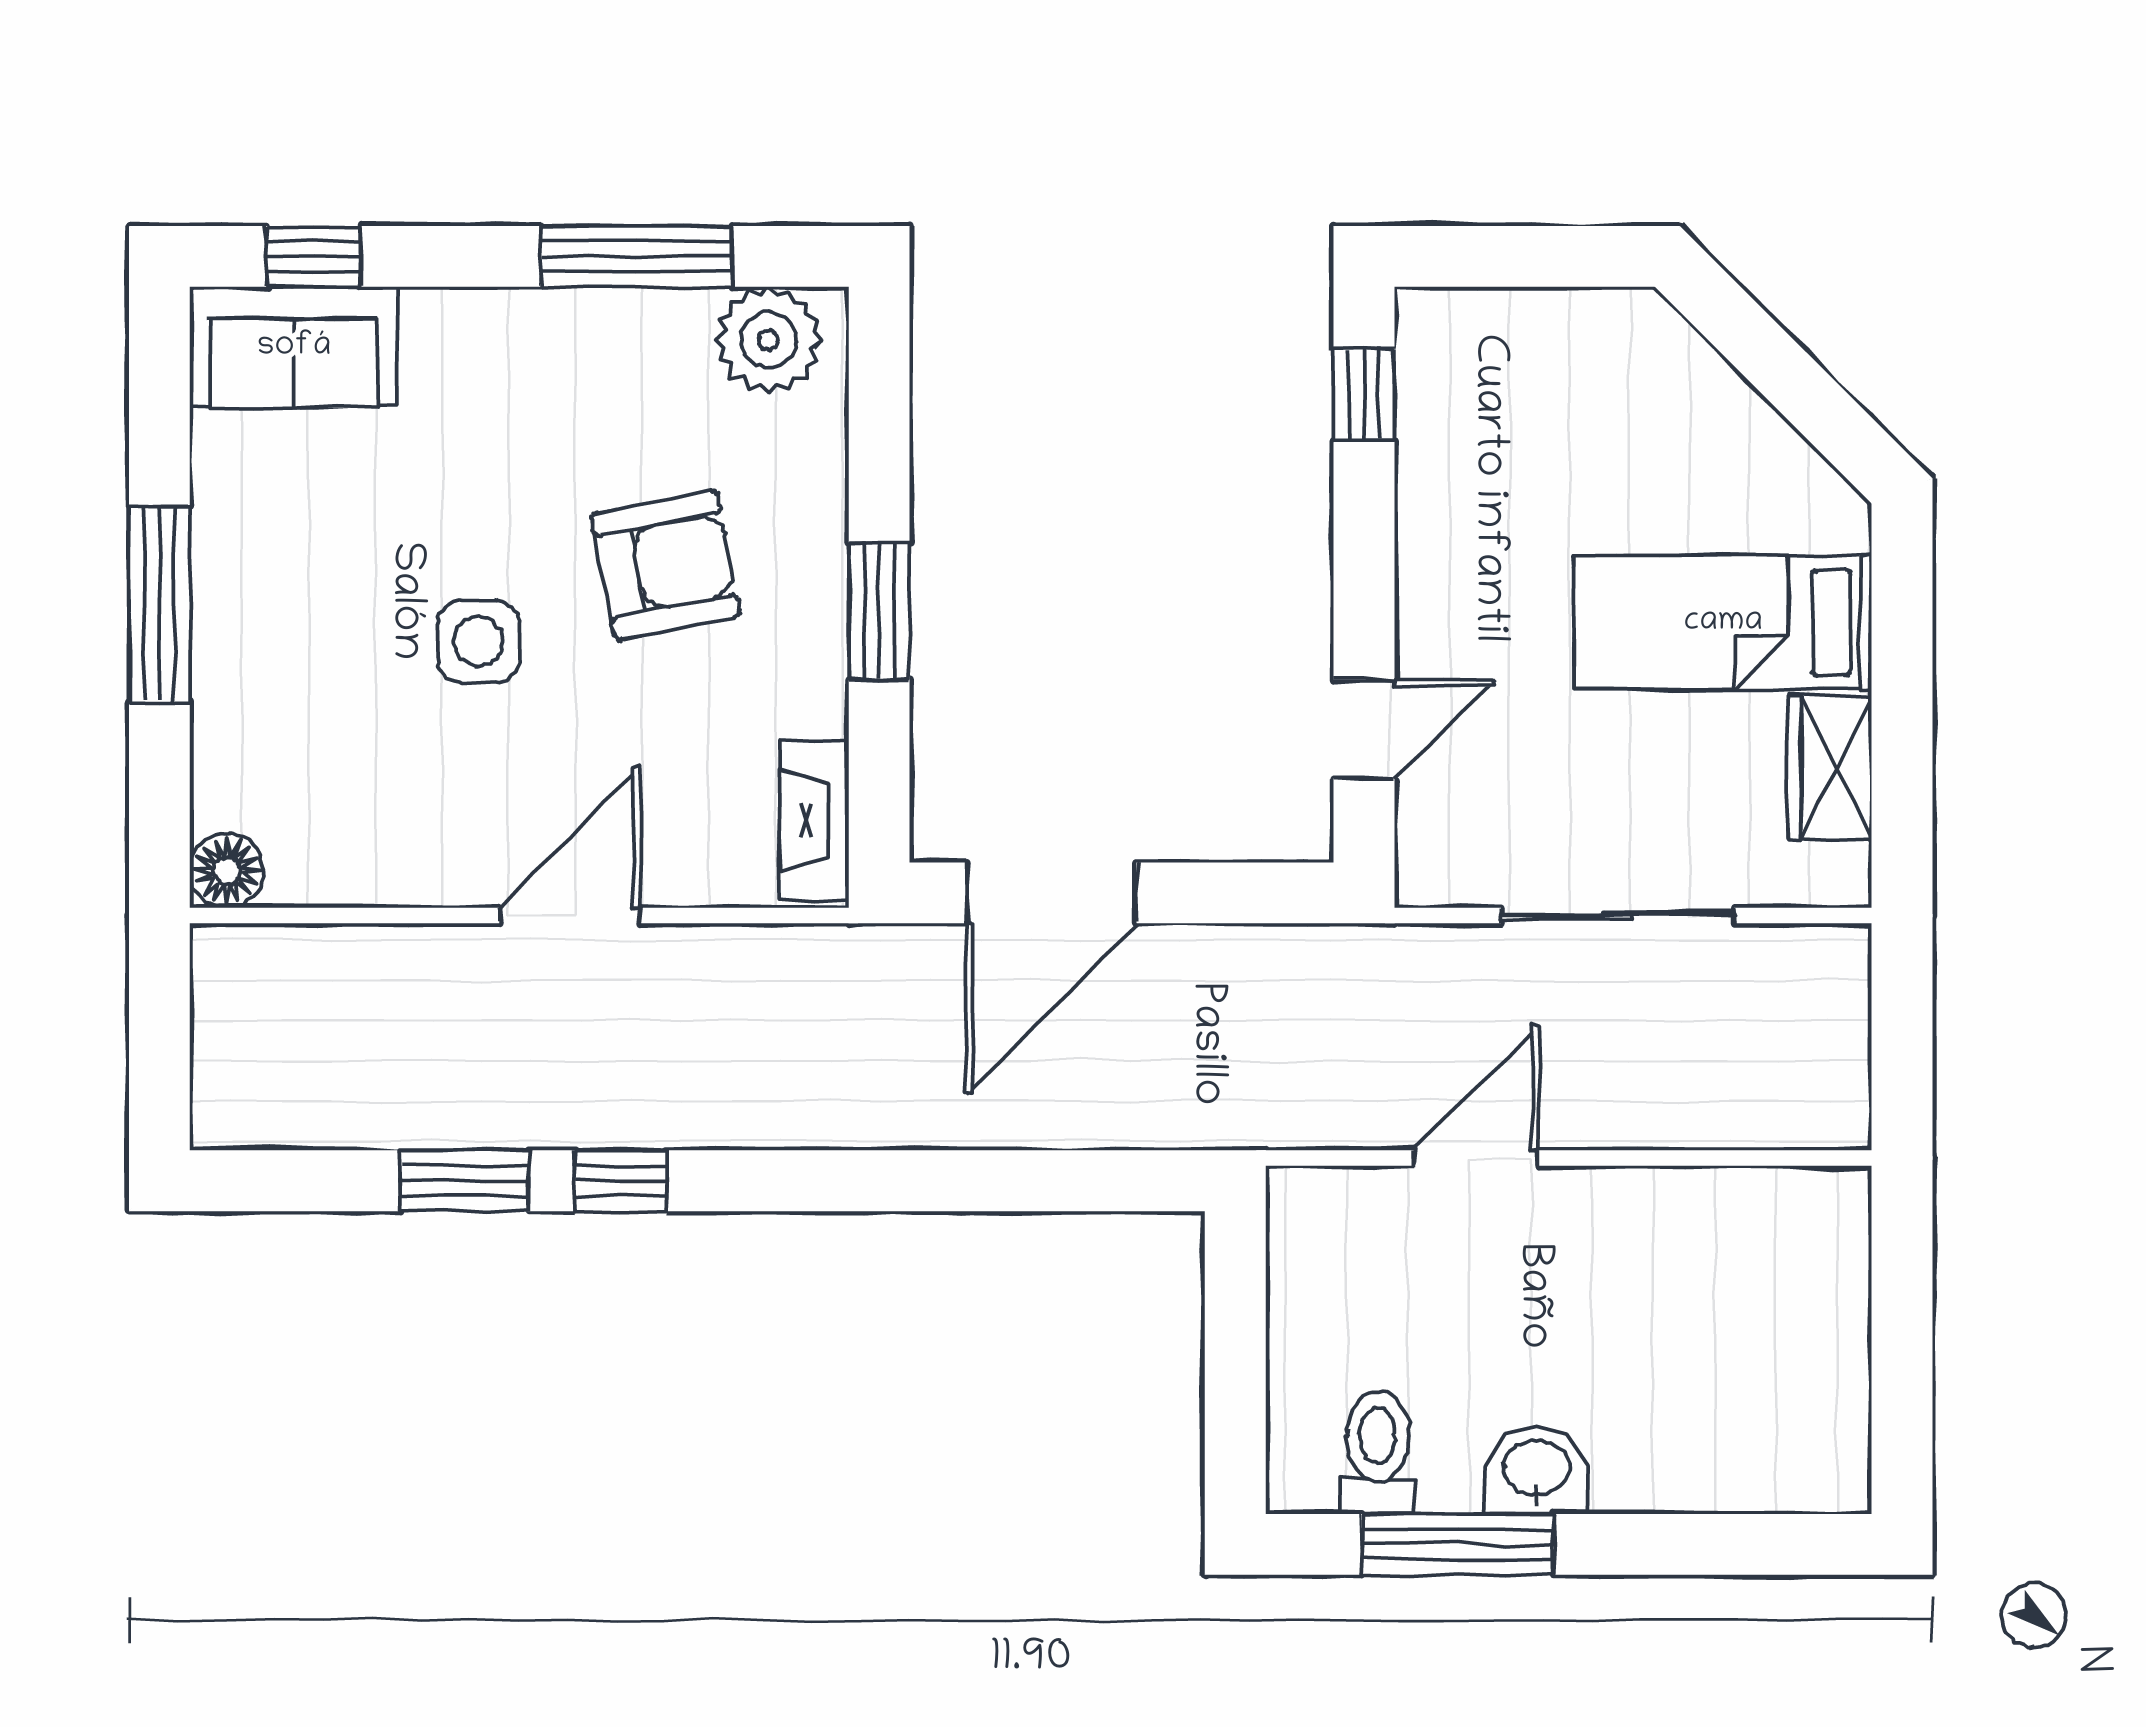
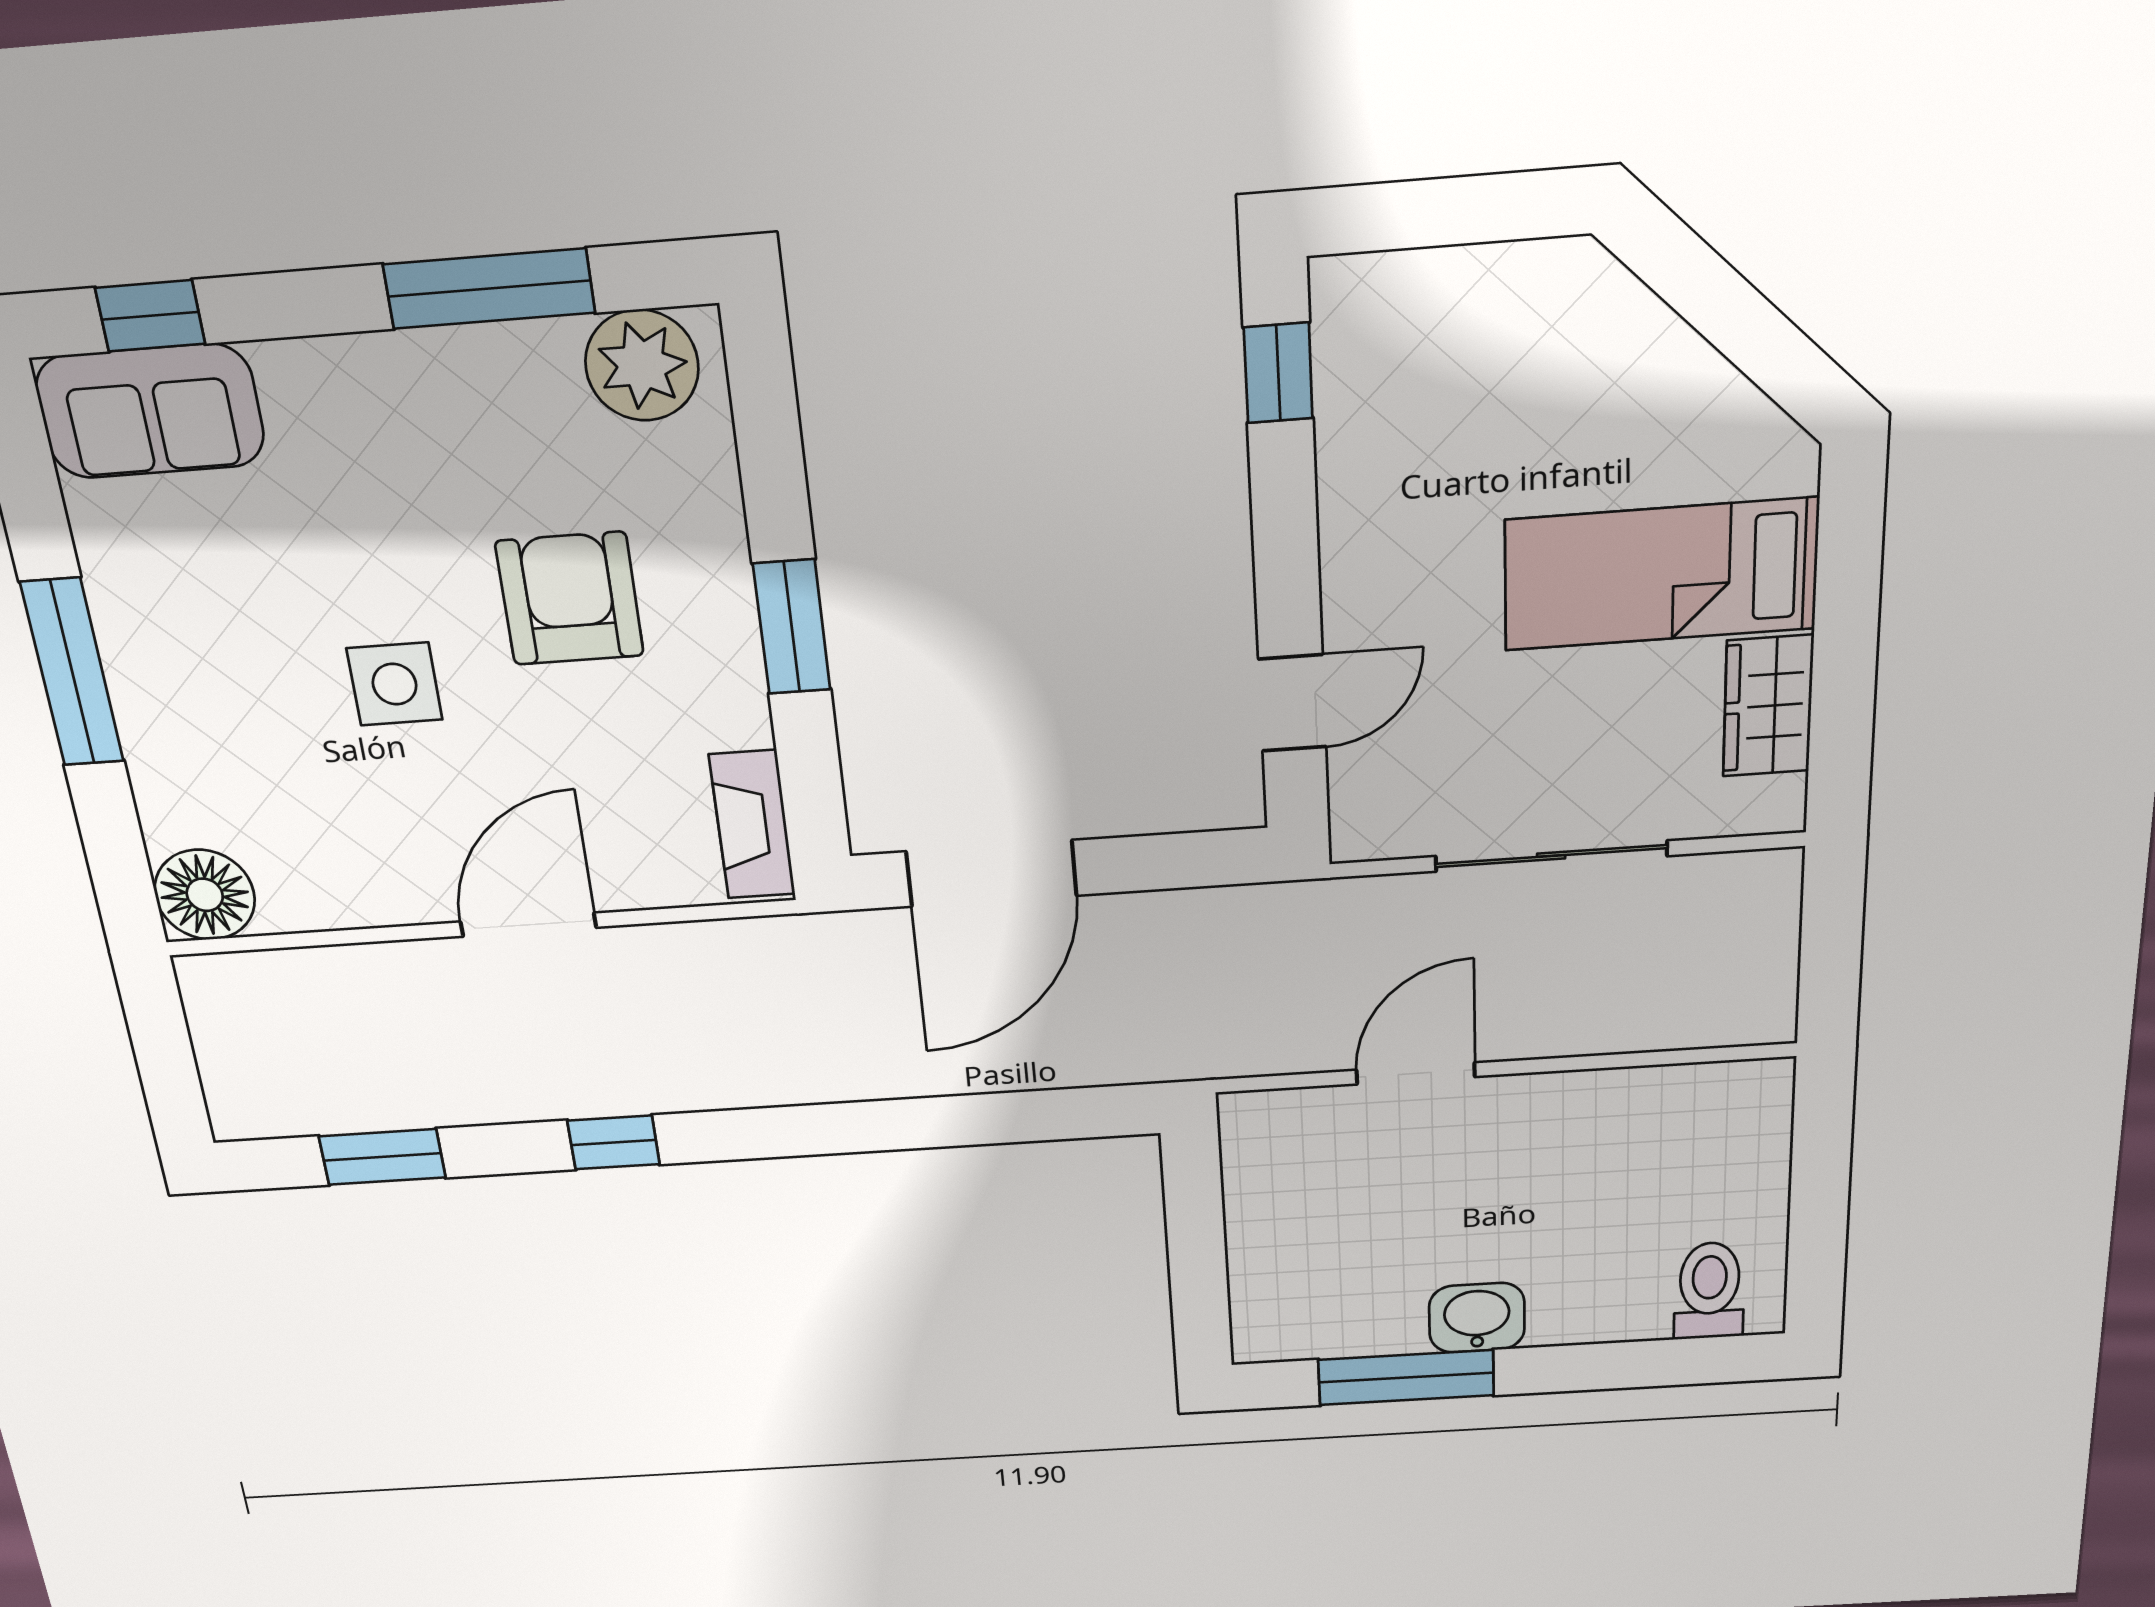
armchair: (666, 565) -> (570, 599), turned -79
floor lamp: (227, 871) -> (205, 895), width x1.38, depth x1.38
window: (465, 1181) -> (382, 1157), moved
toilet: (1378, 1453) -> (1709, 1291), moved

